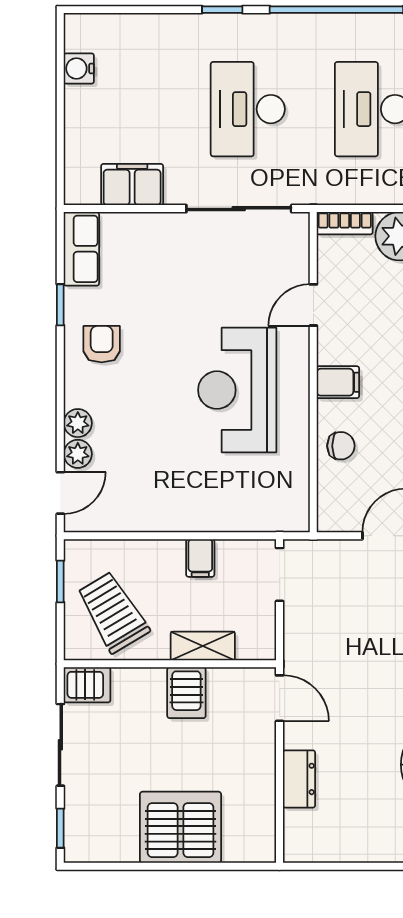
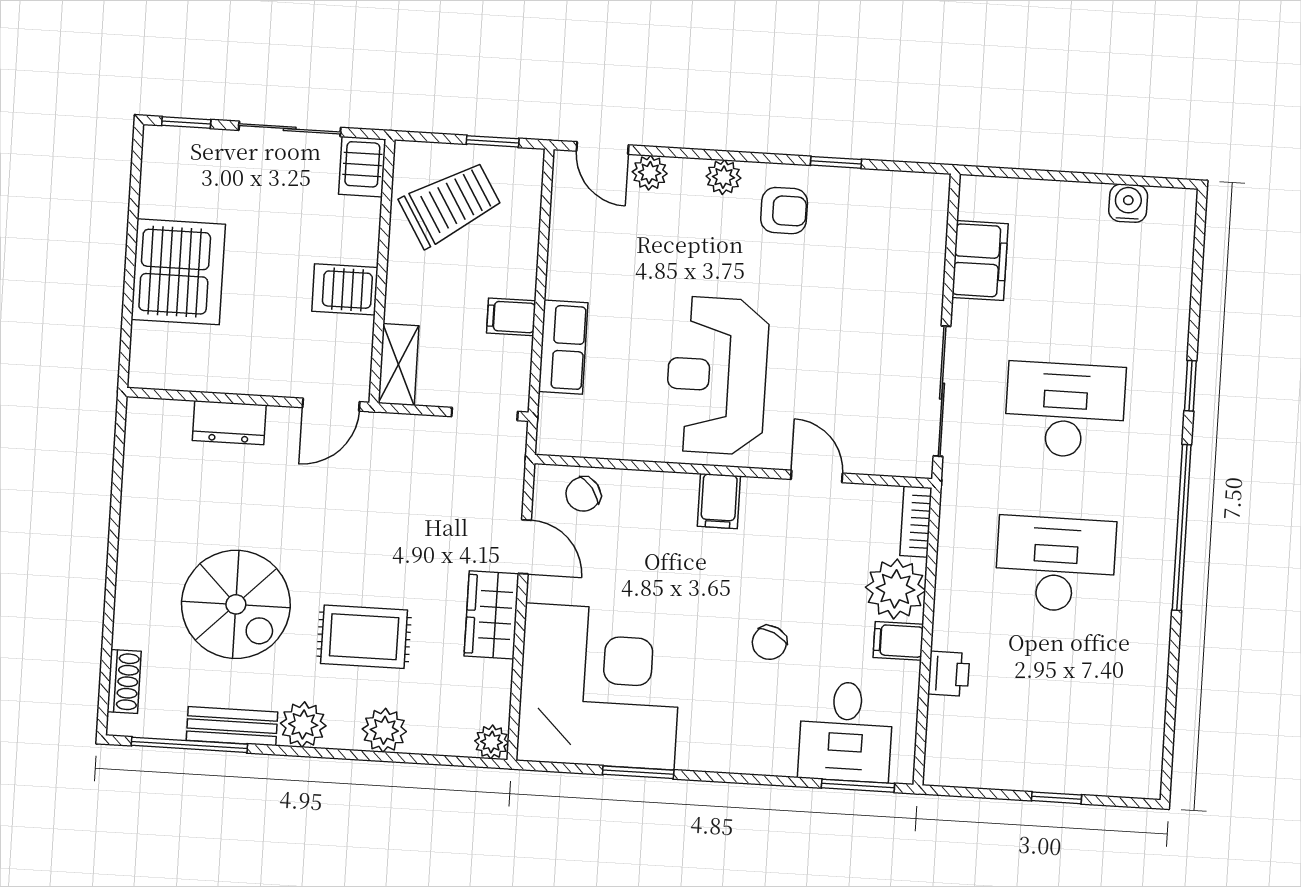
row of seats: (81, 249) -> (563, 347), moved, turned -90
reception desk: (237, 390) -> (717, 375), turned -90
plant: (78, 423) -> (723, 177), moved
chair: (341, 446) -> (583, 494), moved, turned 53
shelving: (203, 646) -> (398, 364), moved

